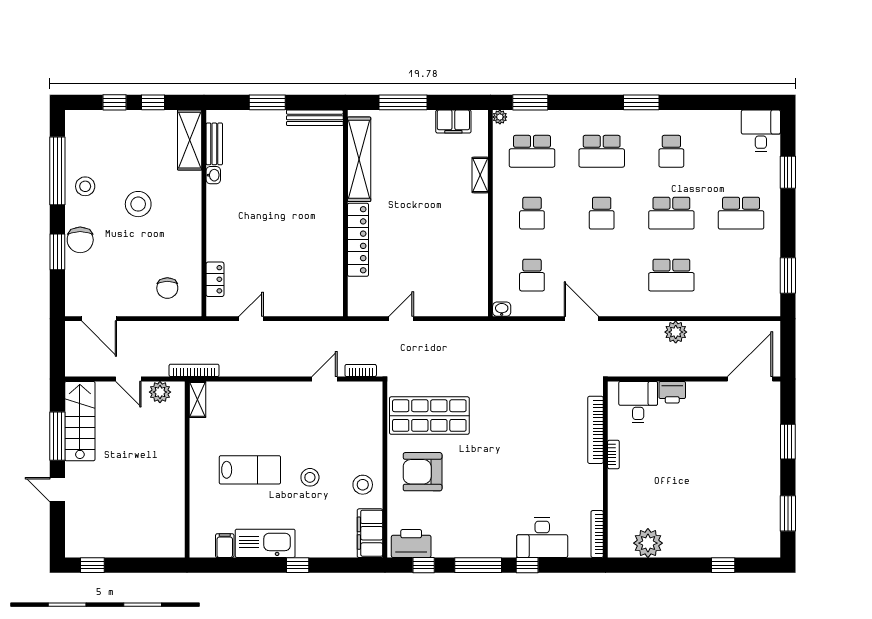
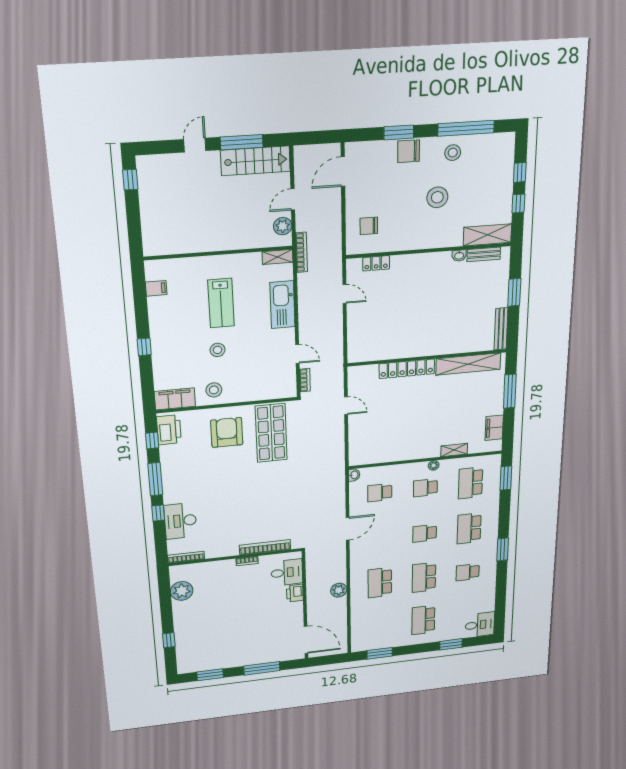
plant: (500, 117) -> (434, 465), moved
window: (788, 442) -> (262, 668), width x1.44
kitchen sink: (265, 543) -> (282, 305), moved, turned 180

